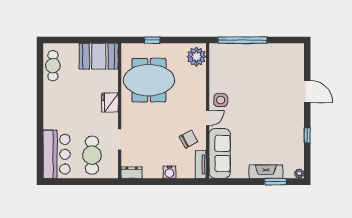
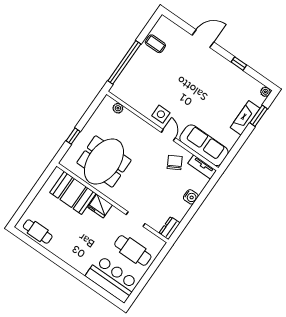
coffee table: (276, 55) -> (155, 44), added
booth: (99, 56) -> (73, 193), moved, turned 90
plant: (196, 57) -> (118, 108), width x0.53, depth x0.53

